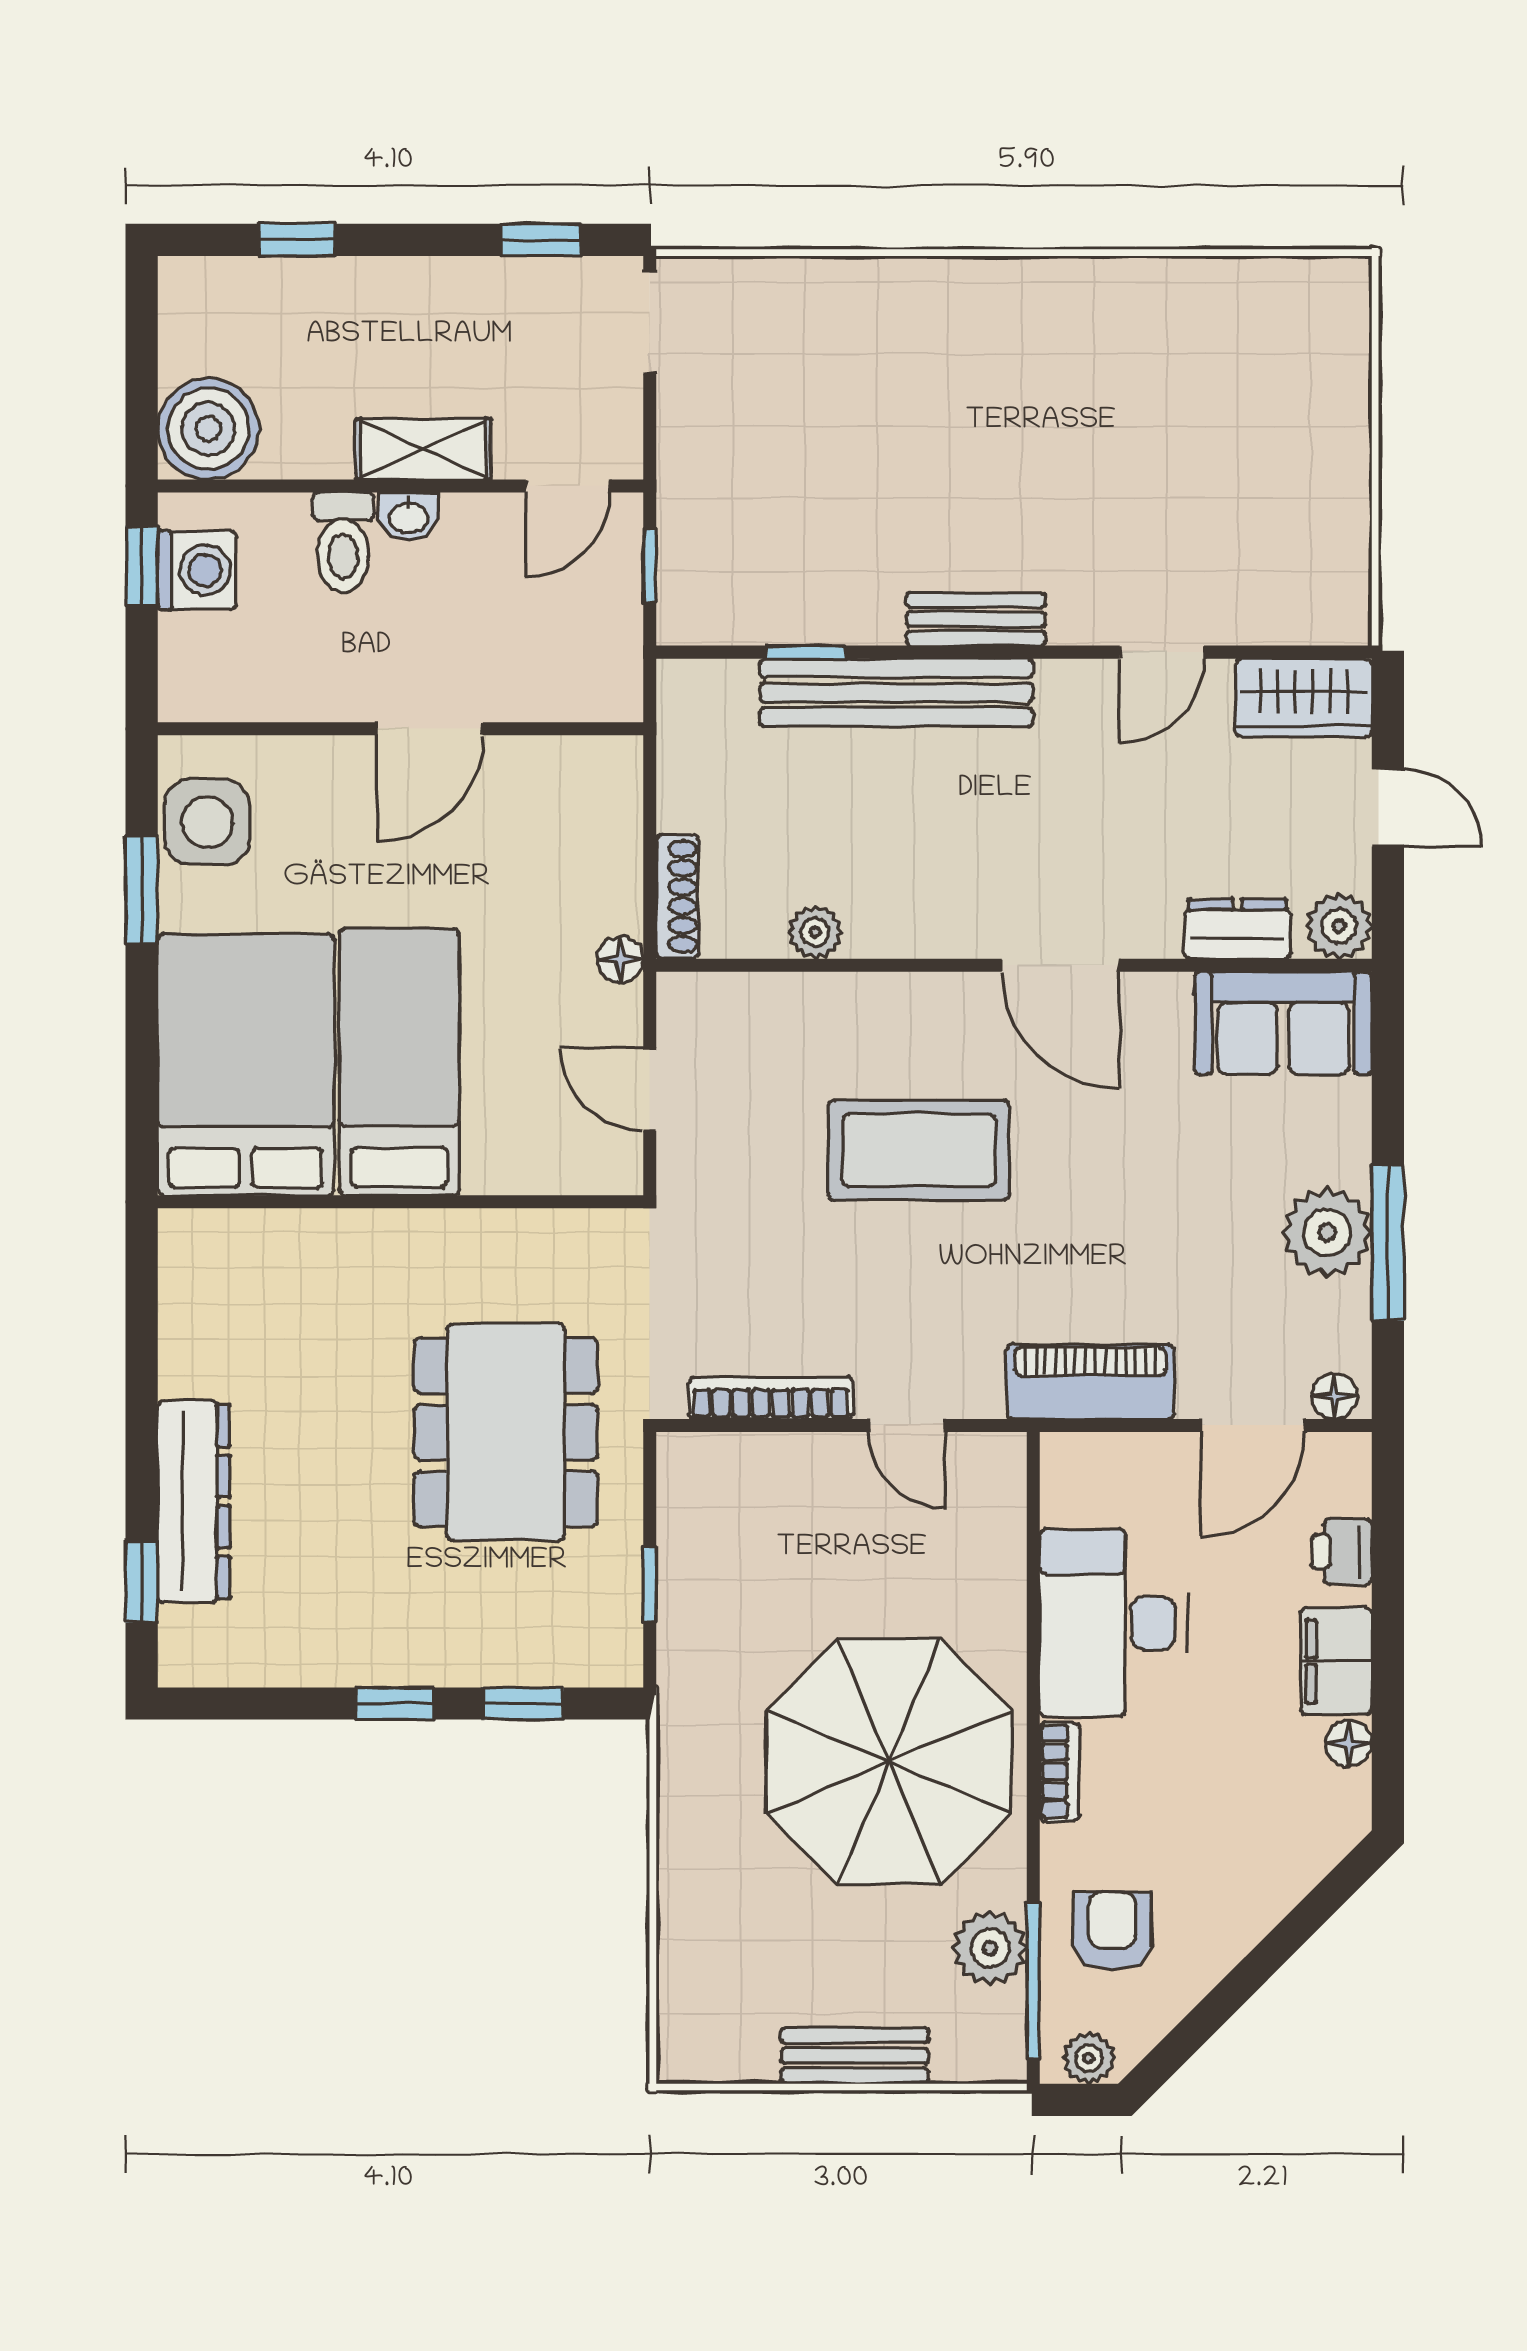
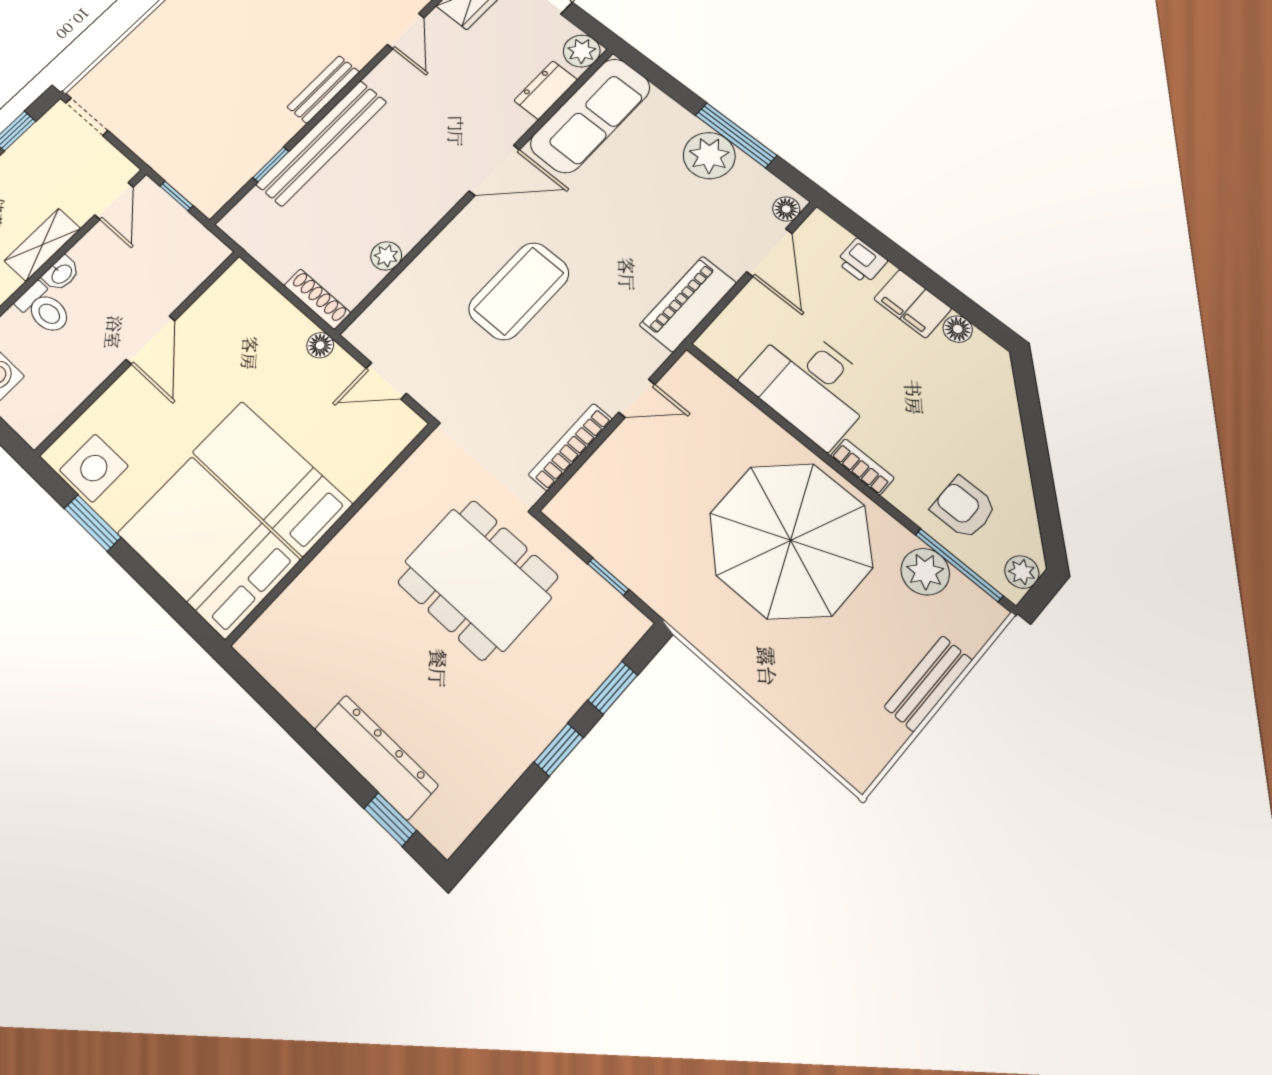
sofa: (1283, 1023) -> (590, 115), width x1.36

